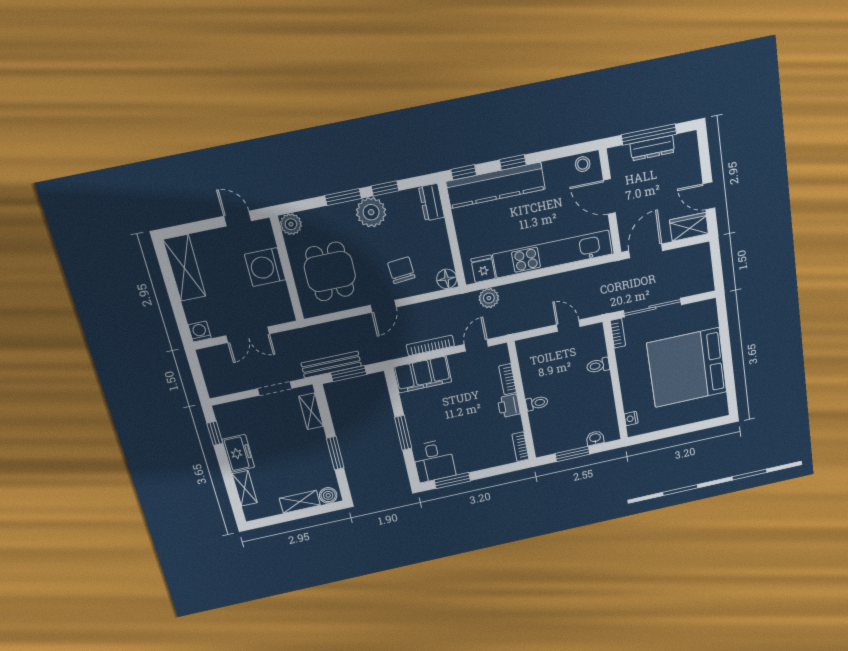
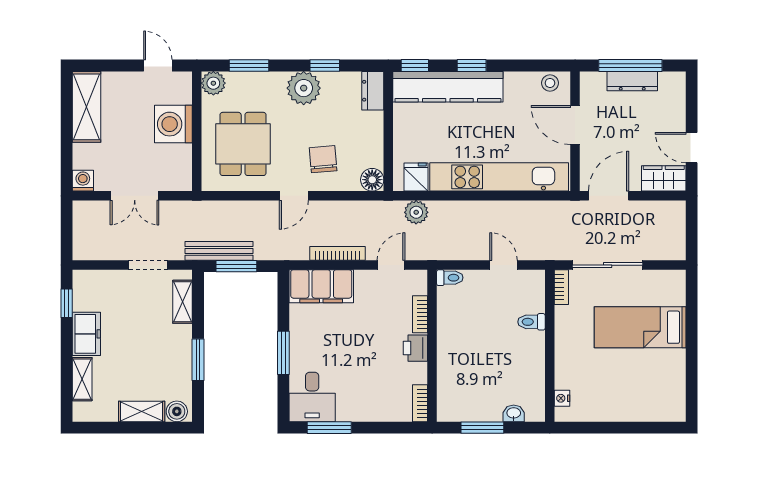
window: (343, 197) -> (249, 66), moved
bed: (687, 368) -> (640, 327), width x0.49
toilet: (537, 403) -> (450, 278), moved

